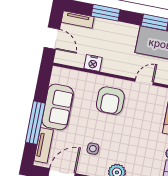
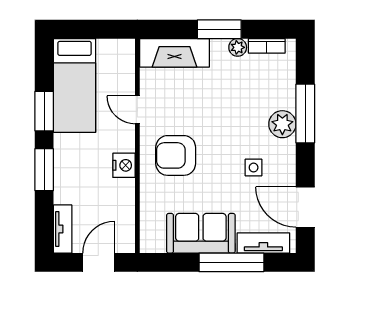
window: (106, 13) -> (44, 170), moved
nightstand: (93, 63) -> (124, 165), moved
armchair: (110, 101) -> (176, 155), turned 180

